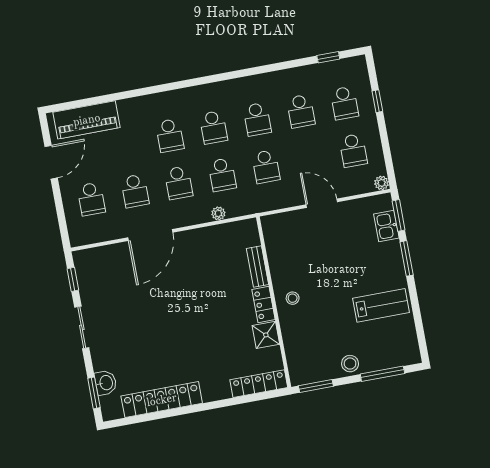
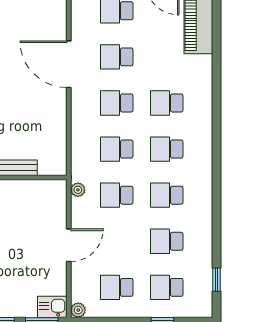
plant: (218, 213) -> (78, 190), moved
kitchen sink: (386, 226) -> (52, 307), moved

